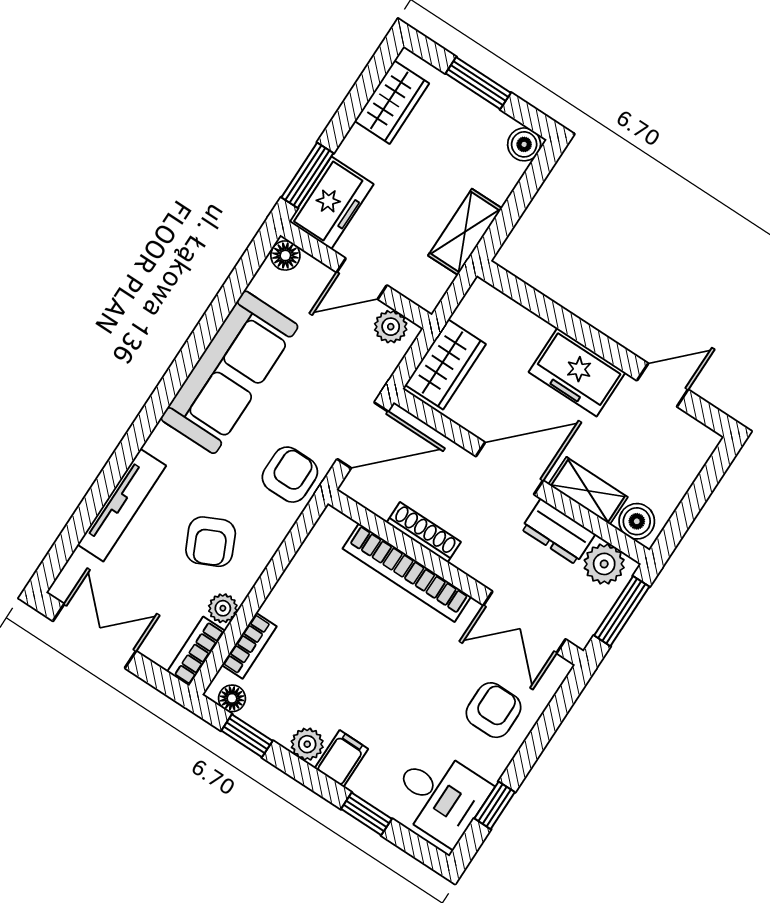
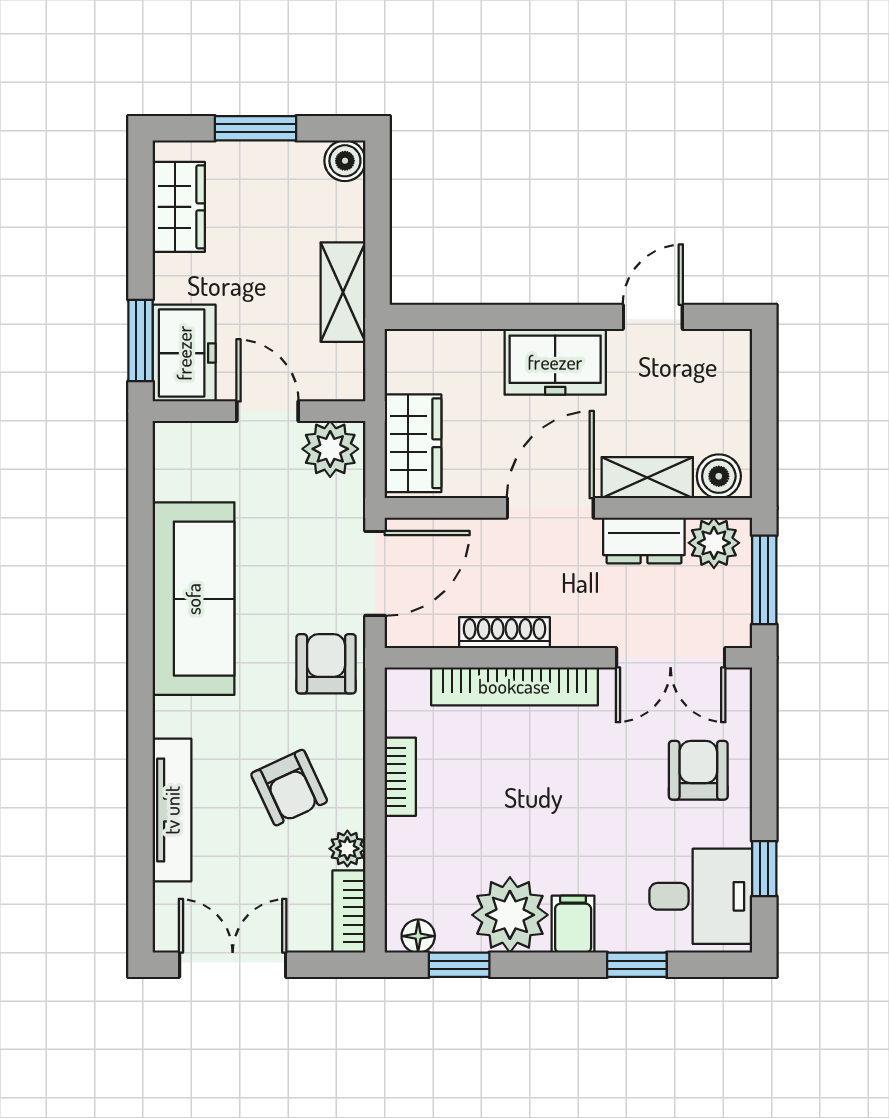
floor lamp: (285, 255) -> (172, 439), removed
door: (362, 279) -> (267, 411), swing flipped
plant: (391, 327) -> (330, 449), width x1.38, depth x1.38
bookcase: (249, 646) -> (400, 777), moved
plant: (307, 744) -> (510, 915), width x1.87, depth x1.87

